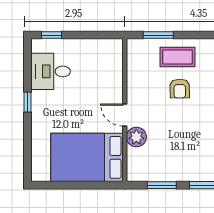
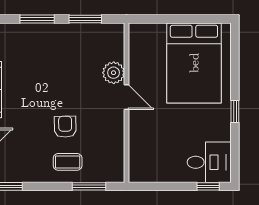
coffee table: (178, 57) -> (68, 162), width x0.73, depth x0.77
desk: (51, 71) -> (209, 162), moved
bed: (87, 157) -> (194, 63), moved, turned 90

